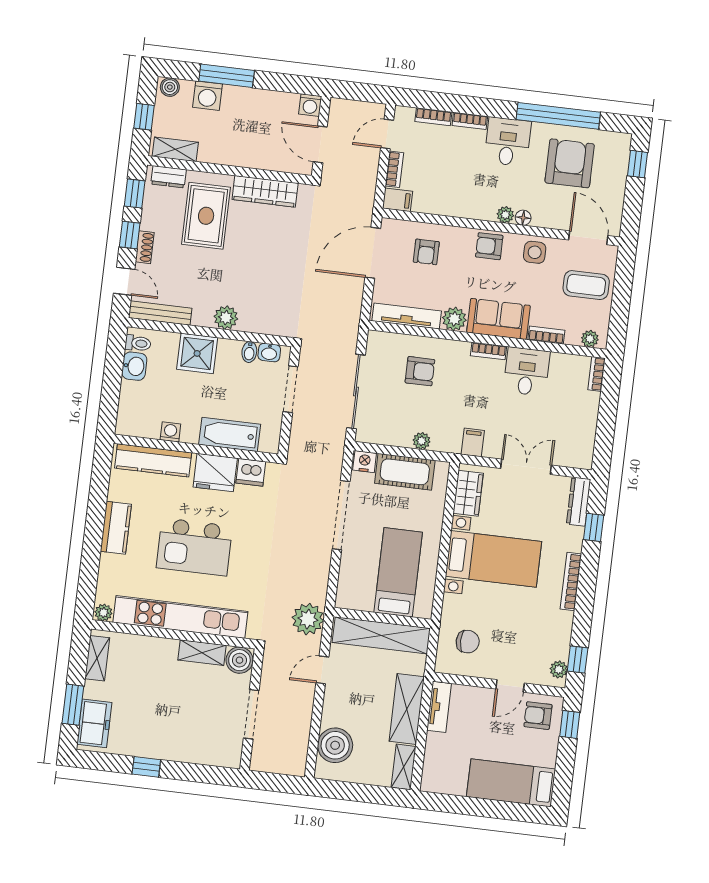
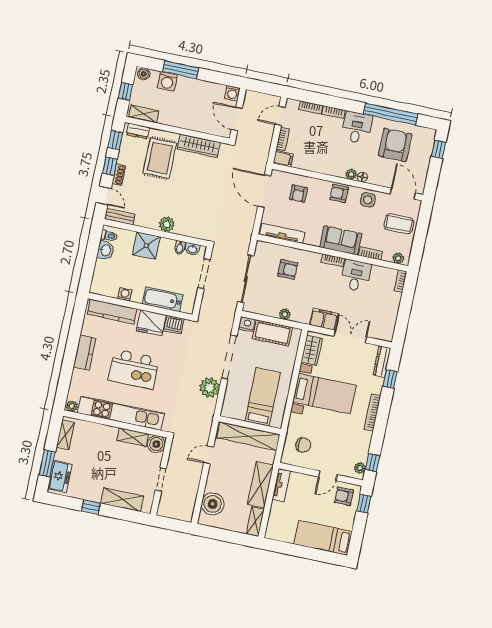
door: (373, 253) -> (264, 191), hinge flipped
bench: (160, 313) -> (120, 217), width x0.73
plant: (454, 319) -> (313, 238), removed
filing cabinet: (473, 442) -> (324, 319), width x2.00
plant: (308, 619) -> (209, 387), moved
doorway: (251, 714) -> (161, 479), width x0.73
shelving: (194, 751) -> (122, 500), added

